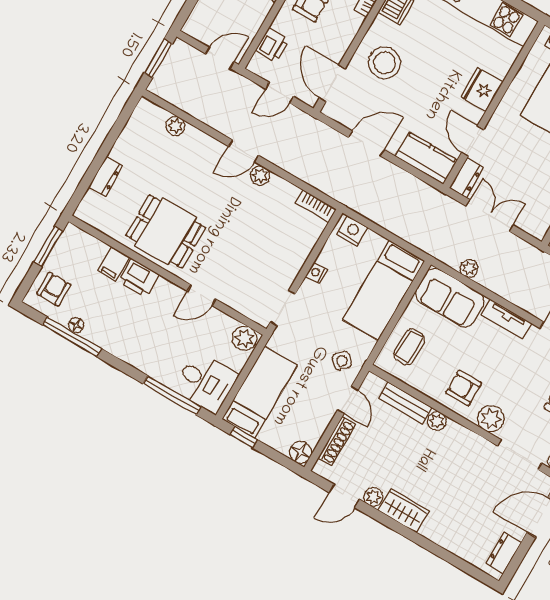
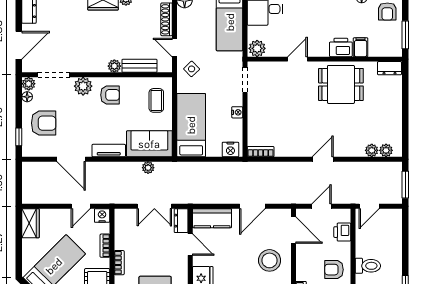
dresser: (106, 176) -> (390, 68), moved, turned -90
plant: (260, 176) -> (386, 150), moved

